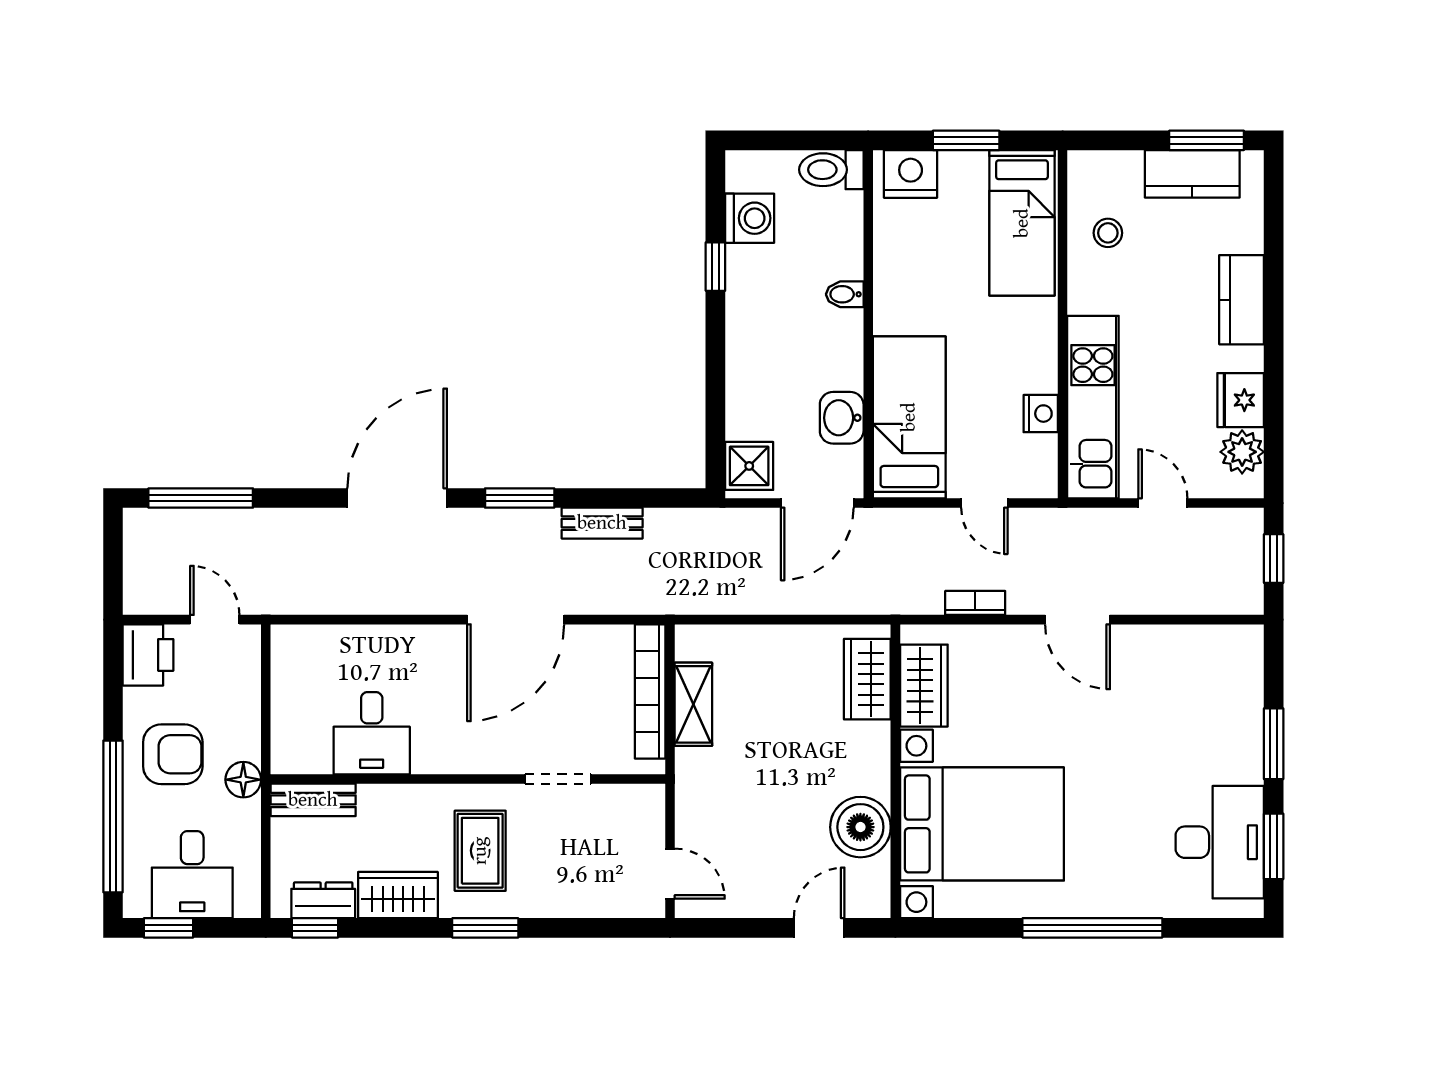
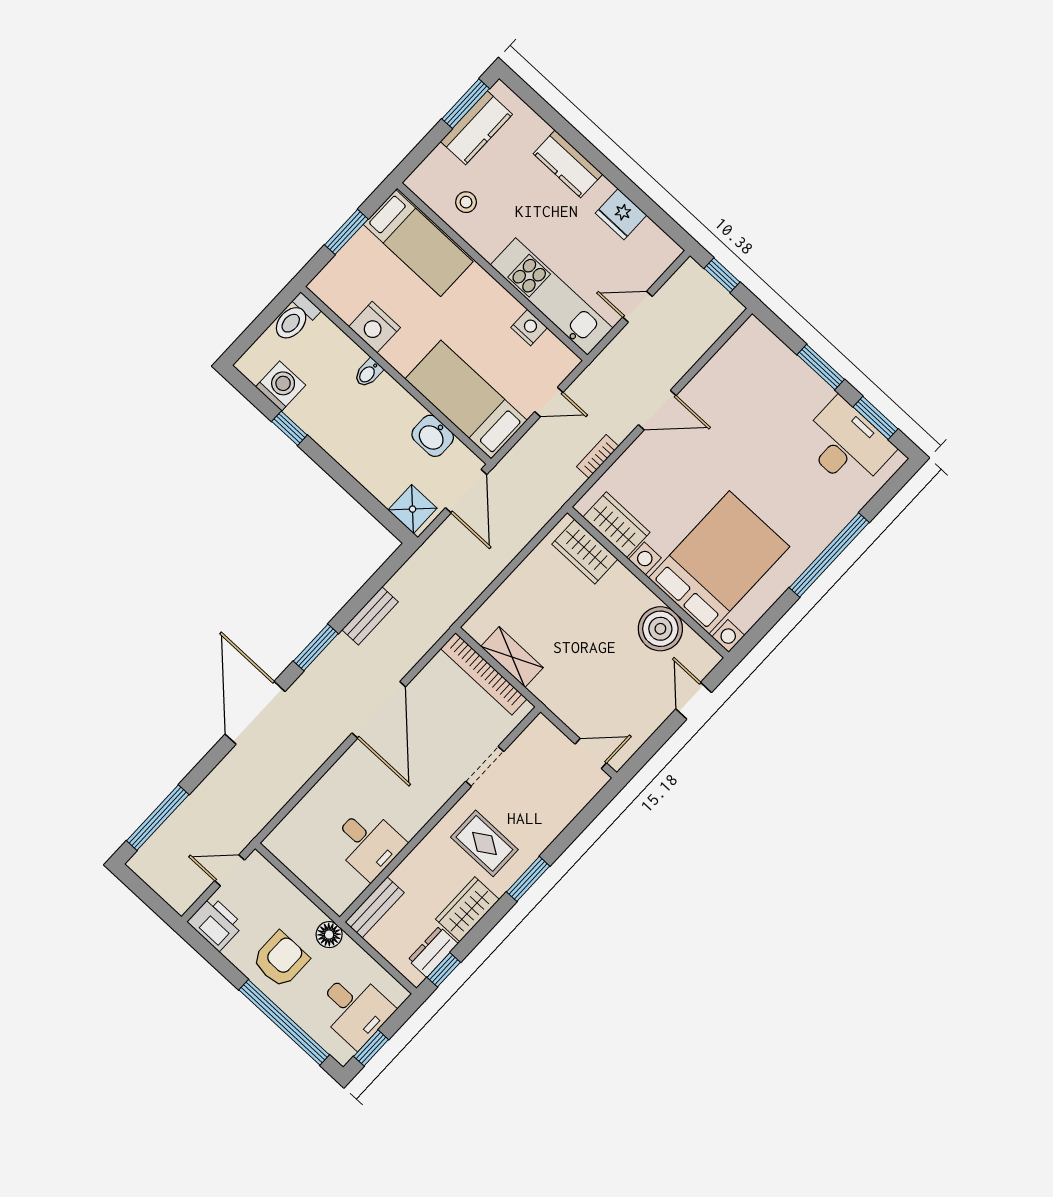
nightstand: (911, 174) -> (375, 327), moved, turned -90
plant: (1242, 452) -> (649, 239), removed

